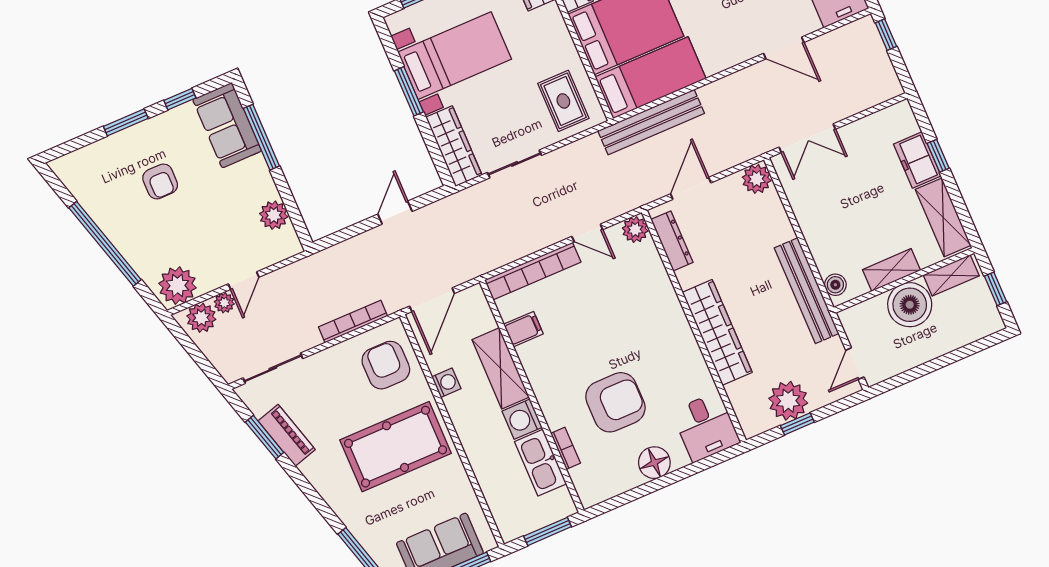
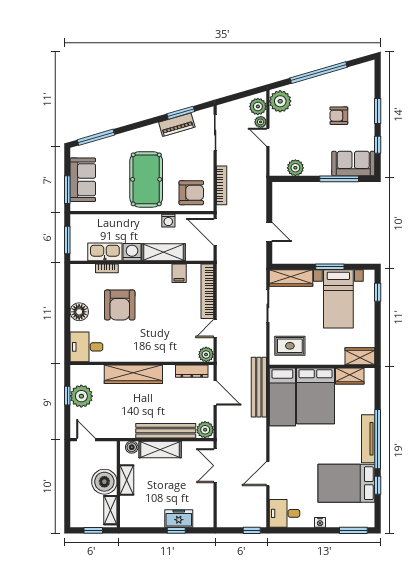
shelving: (943, 217) -> (160, 449), moved
bench: (807, 291) -> (166, 431), moved

